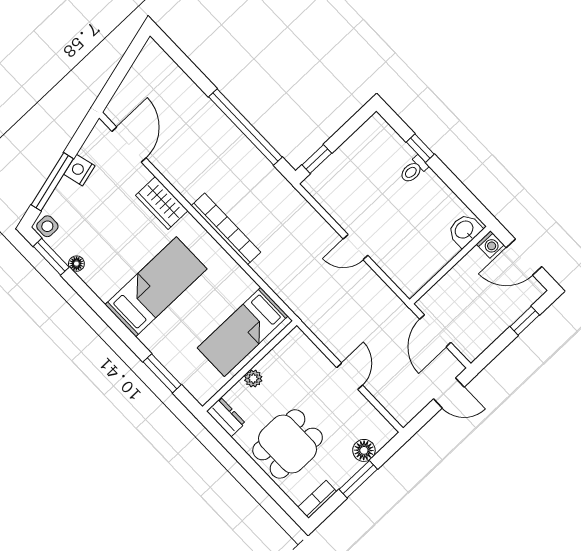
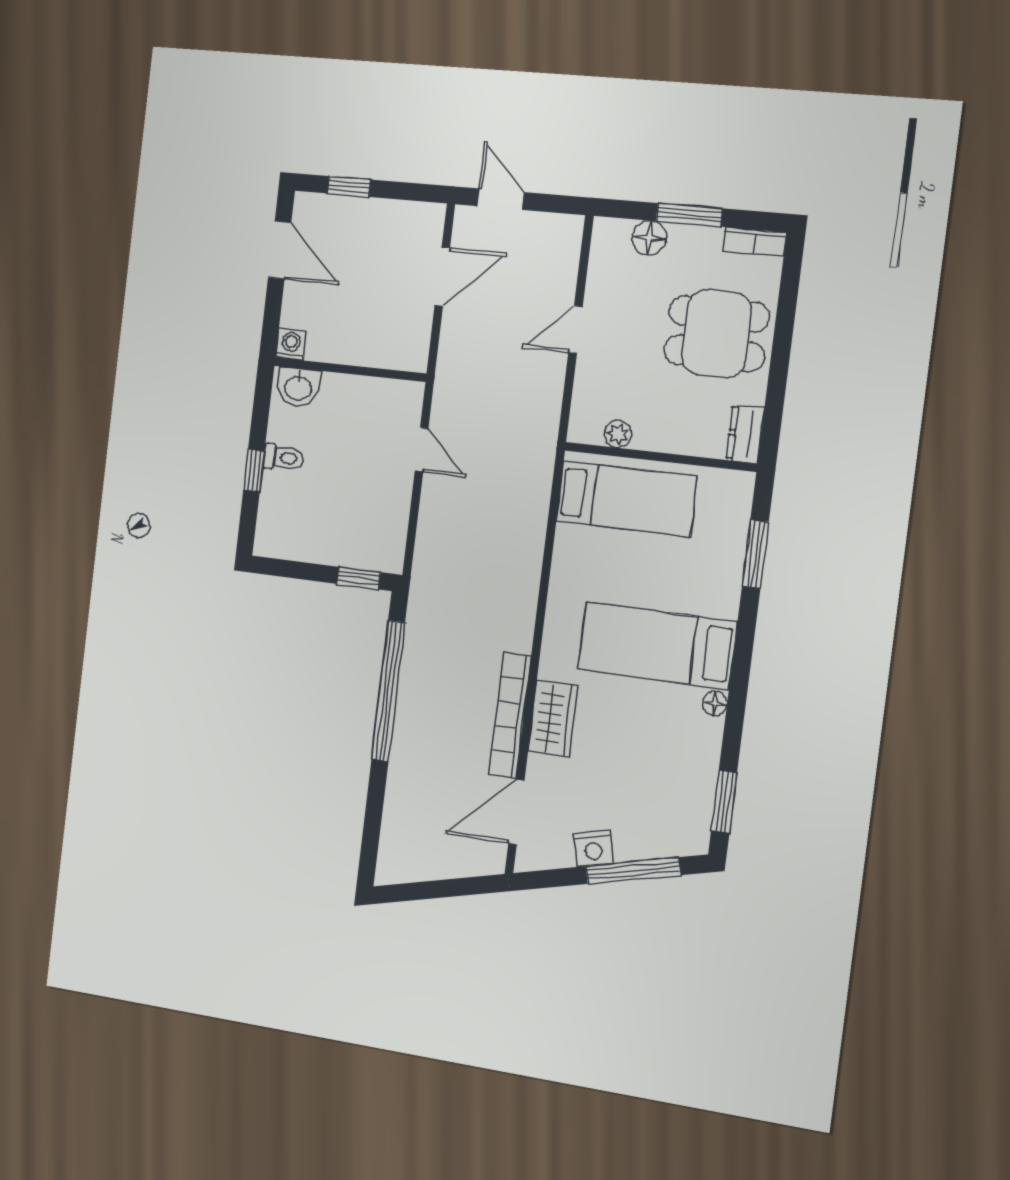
side table: (47, 226) -> (691, 835), removed
bookcase: (226, 229) -> (510, 715), moved
washbasin: (465, 230) -> (298, 387), moved
washing machine: (490, 244) -> (291, 345), moved
floor lamp: (76, 264) -> (715, 703), moved
wall: (450, 265) -> (350, 370), moved
plant: (253, 379) -> (618, 434), moved

